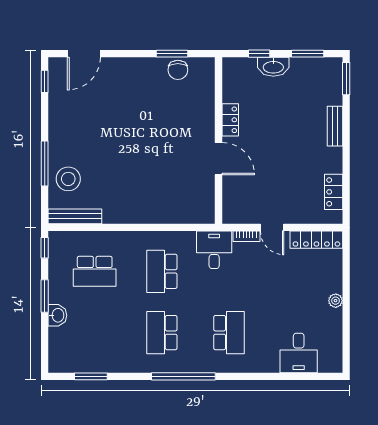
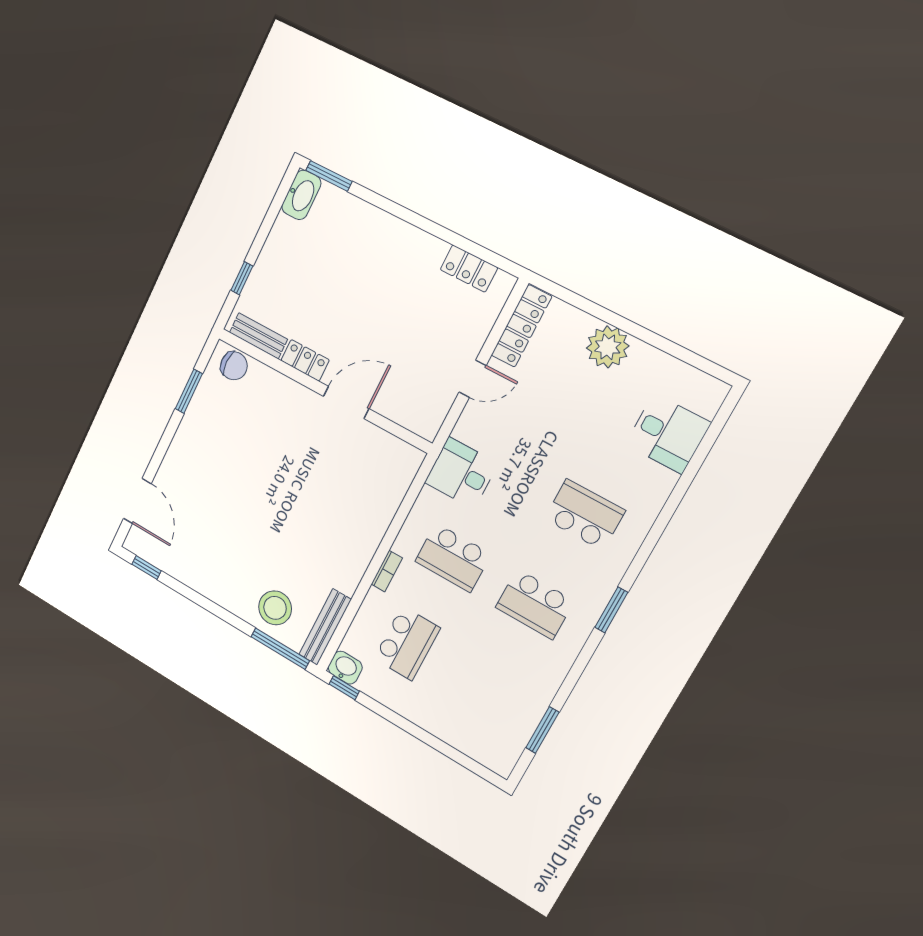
window: (308, 54) -> (273, 213), removed
washbasin: (273, 67) -> (301, 195), moved
chair: (178, 70) -> (234, 366), moved
bench: (335, 126) -> (258, 336), moved
window: (45, 163) -> (280, 649), moved
bookcase: (246, 236) -> (387, 571), moved
window: (45, 296) -> (405, 724), removed
plant: (336, 301) -> (608, 347), width x1.87, depth x1.87
washbasin: (57, 315) -> (345, 668), moved
window: (183, 376) -> (611, 610), width x0.47

